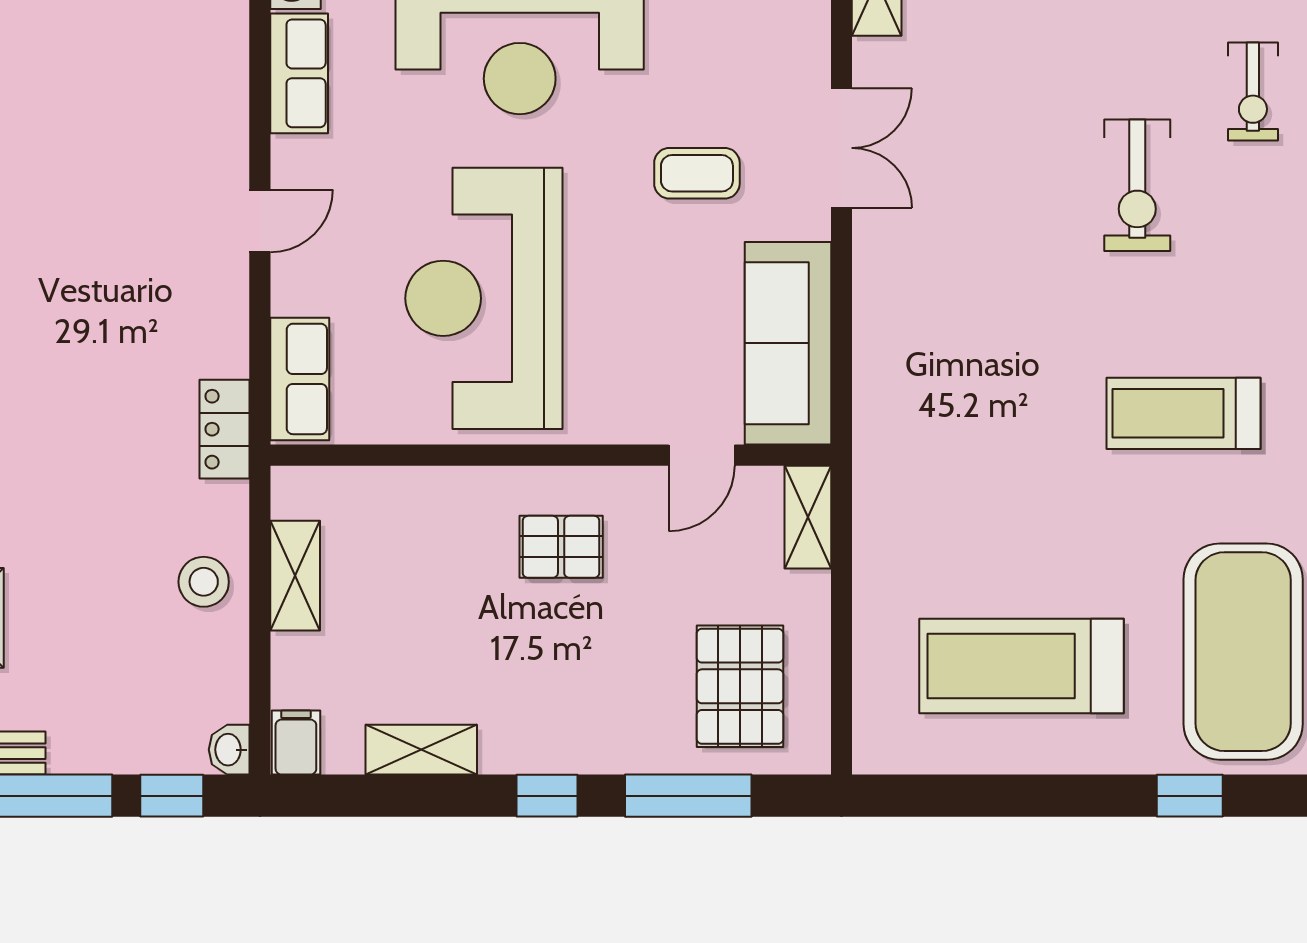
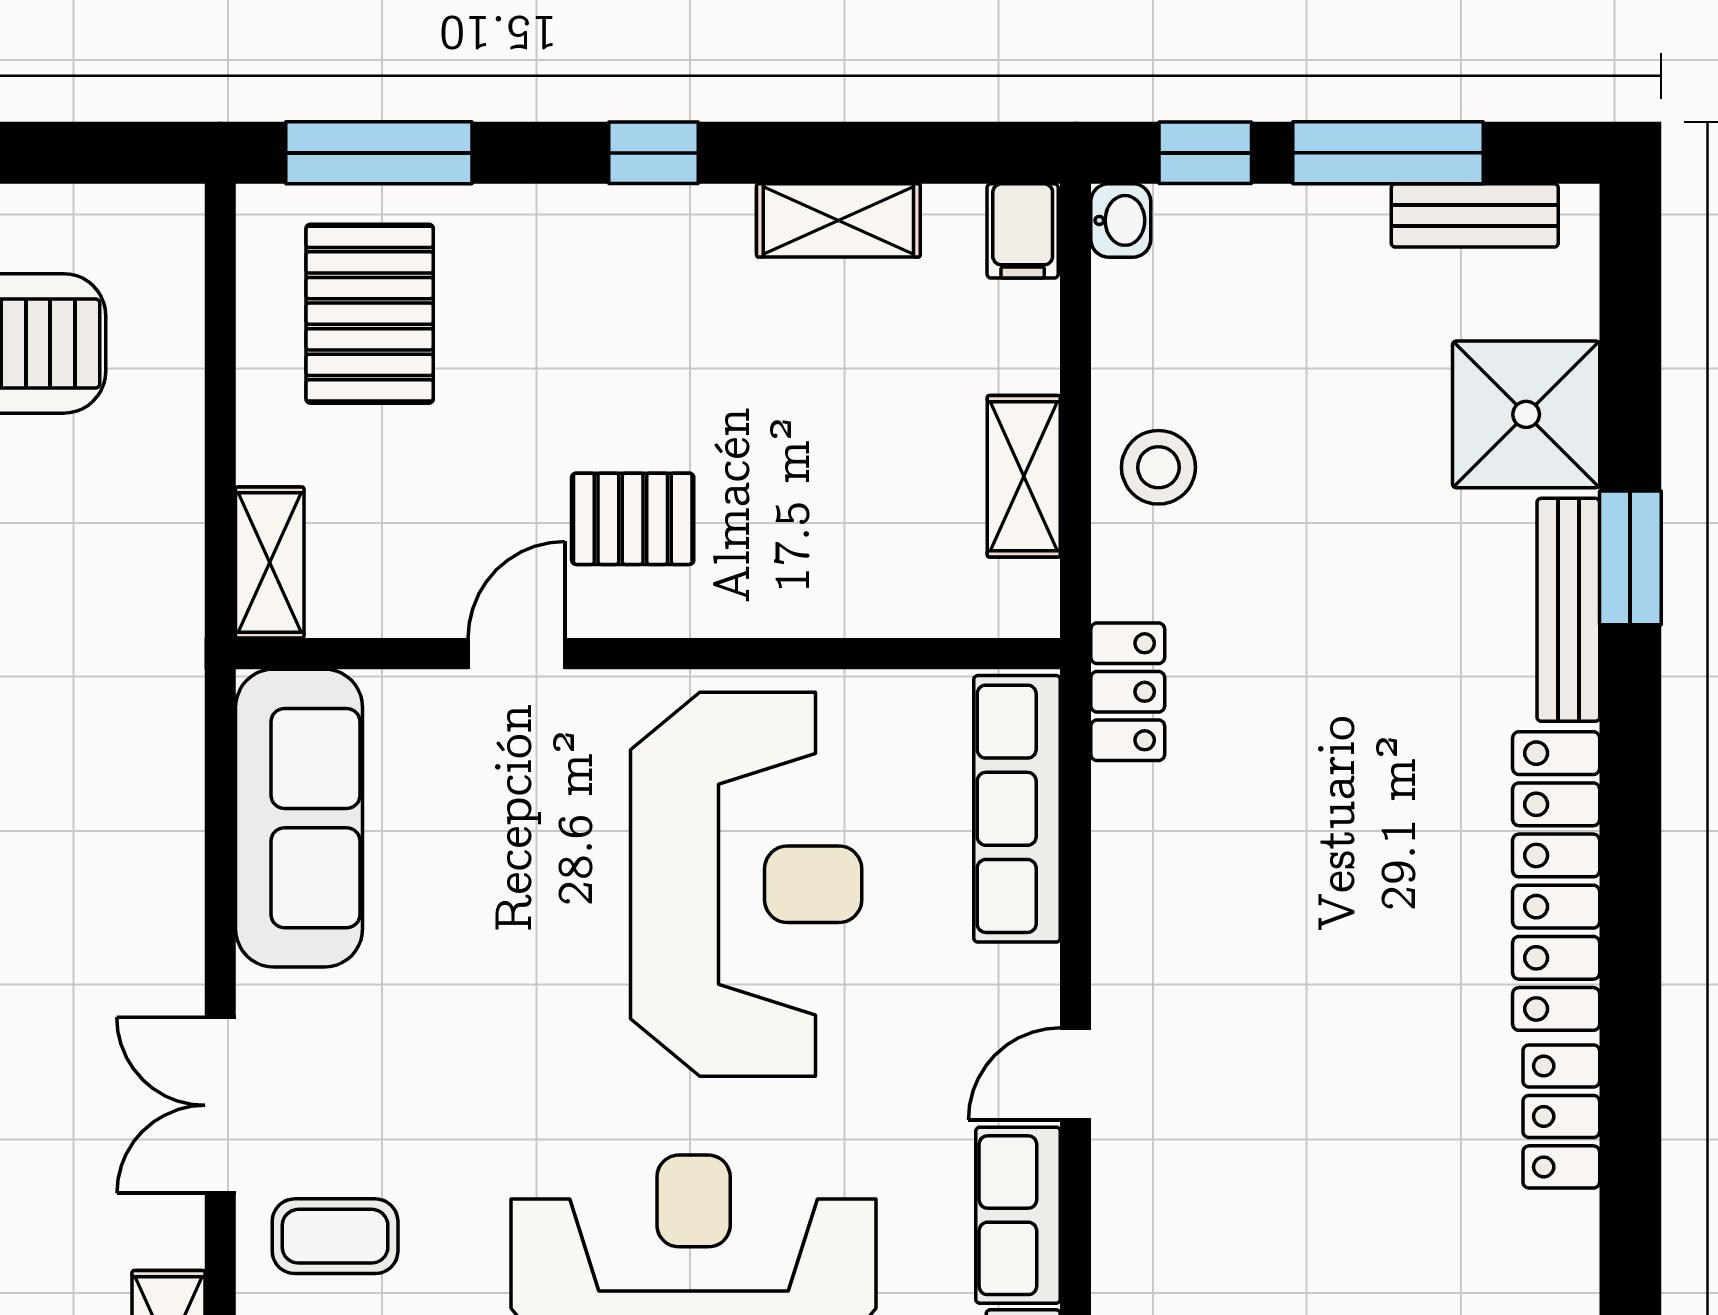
coffee table: (697, 173) -> (335, 1236), moved
door: (260, 221) -> (1076, 1074), moved
row of seats: (300, 379) -> (1017, 809), width x1.48
door: (702, 455) -> (517, 654), moved
window: (688, 796) -> (379, 153), moved

